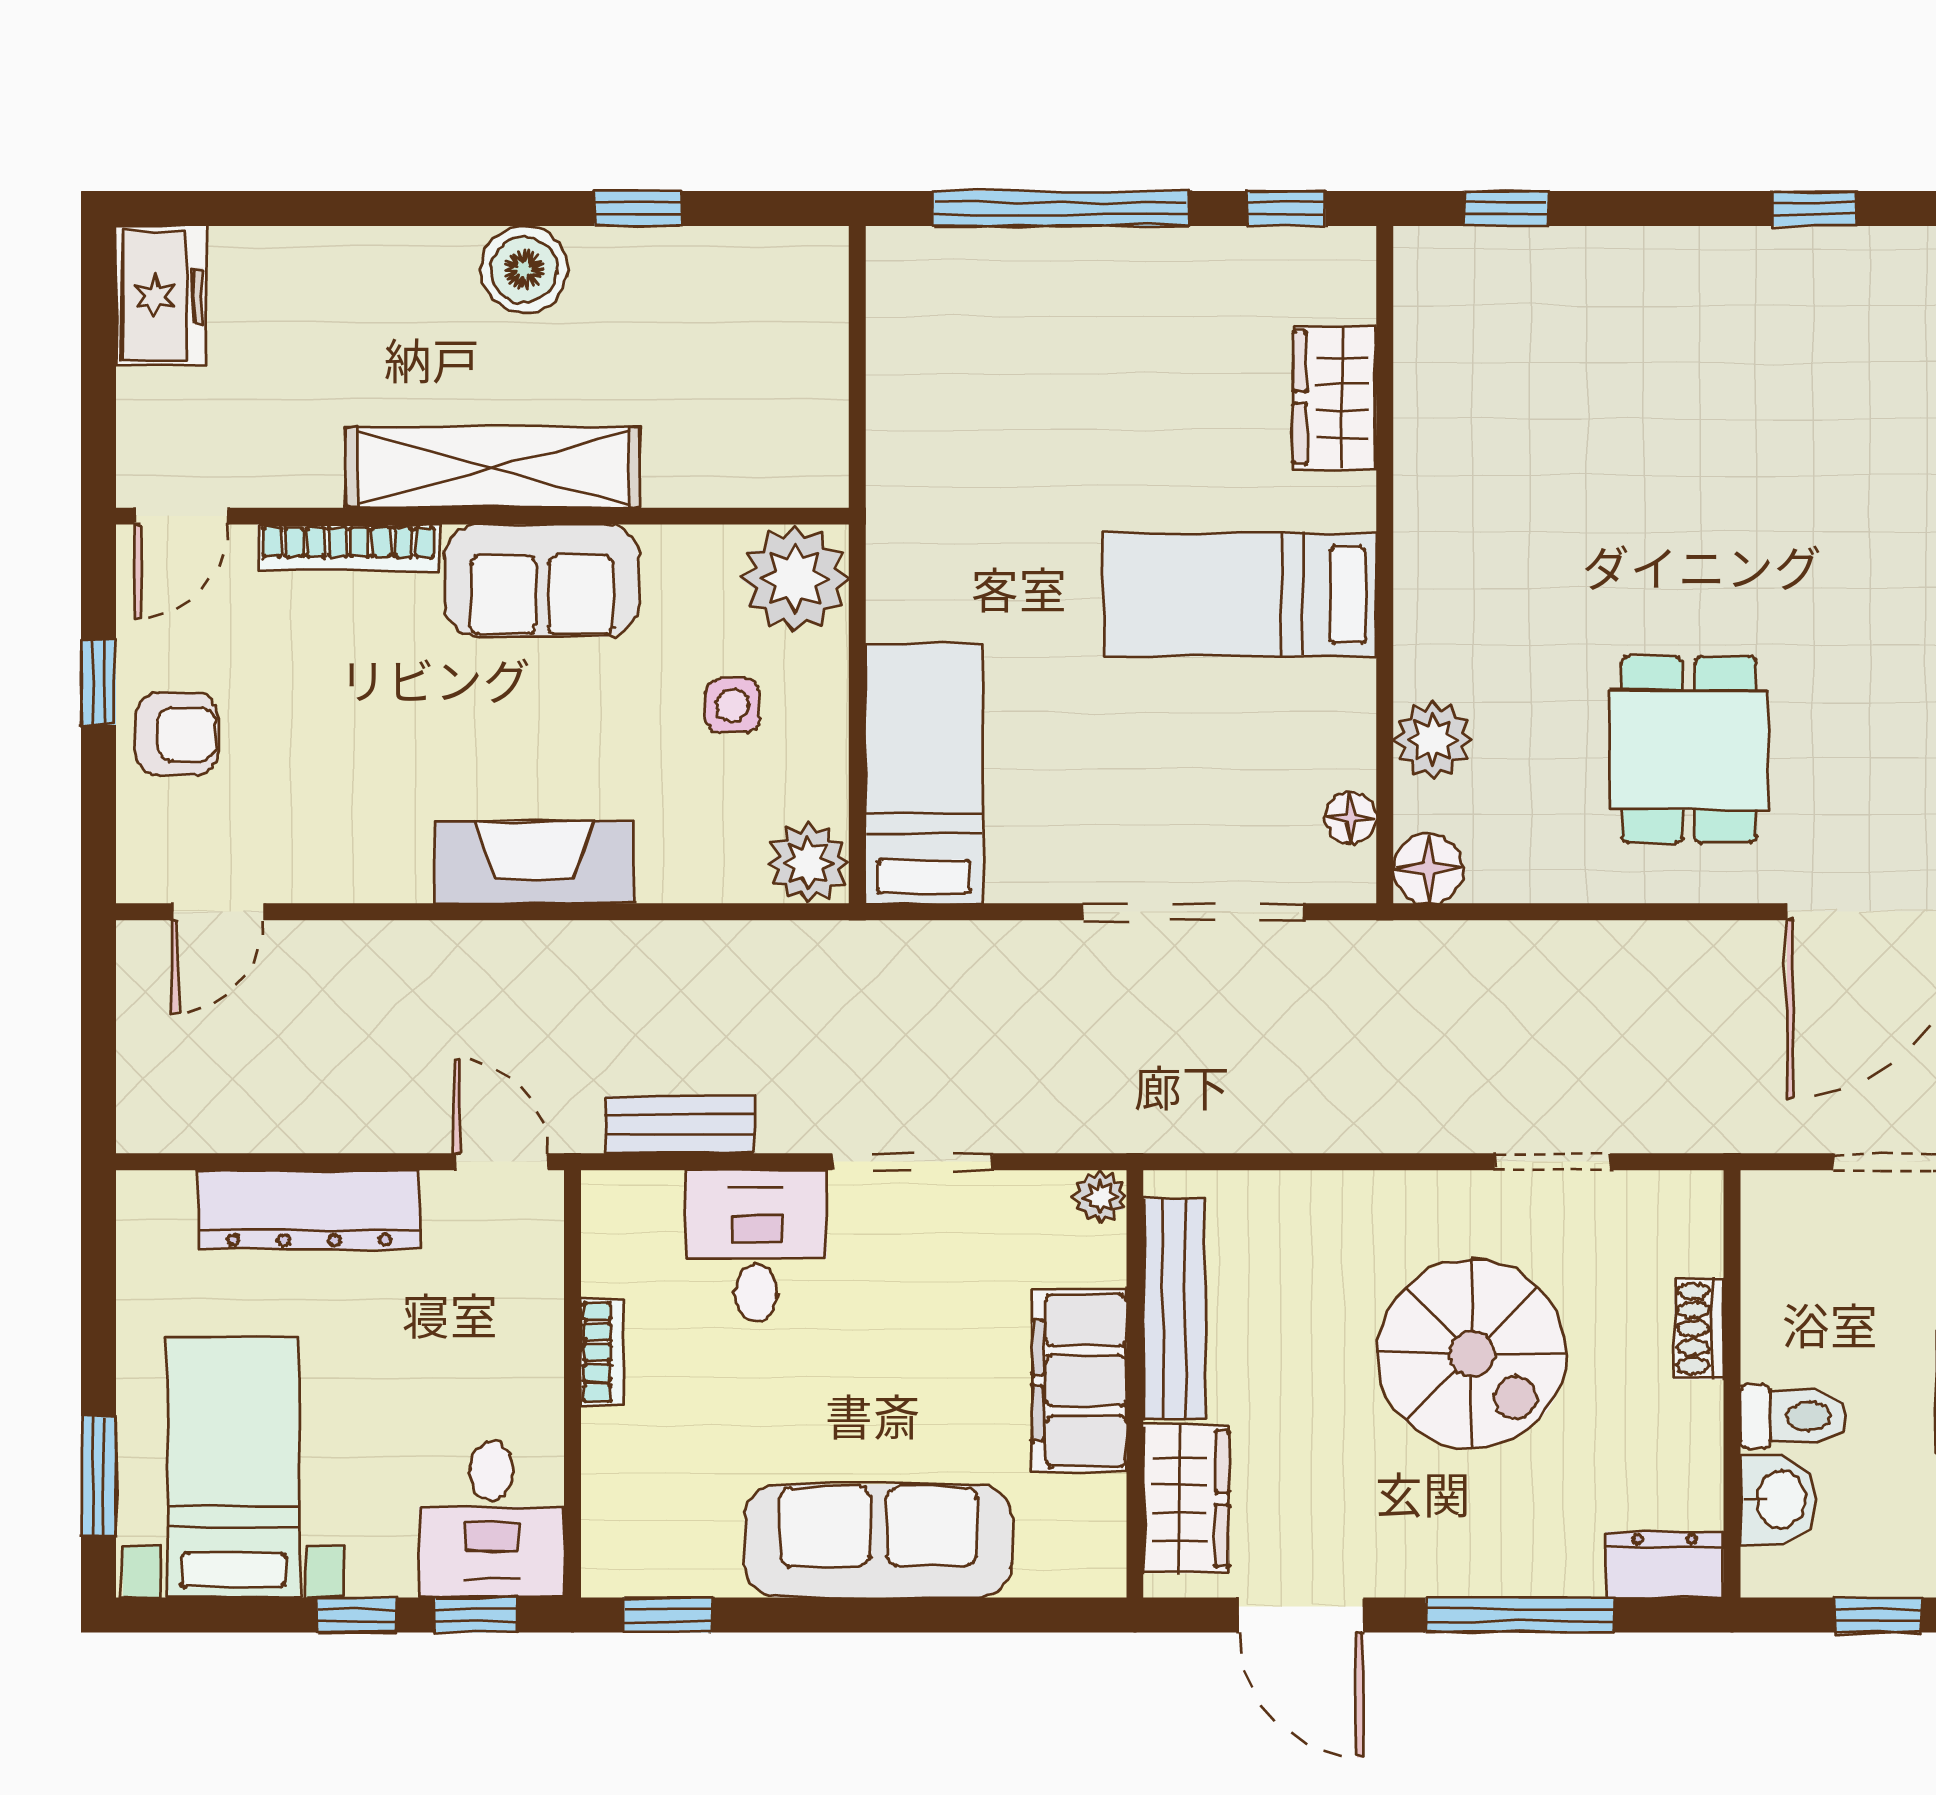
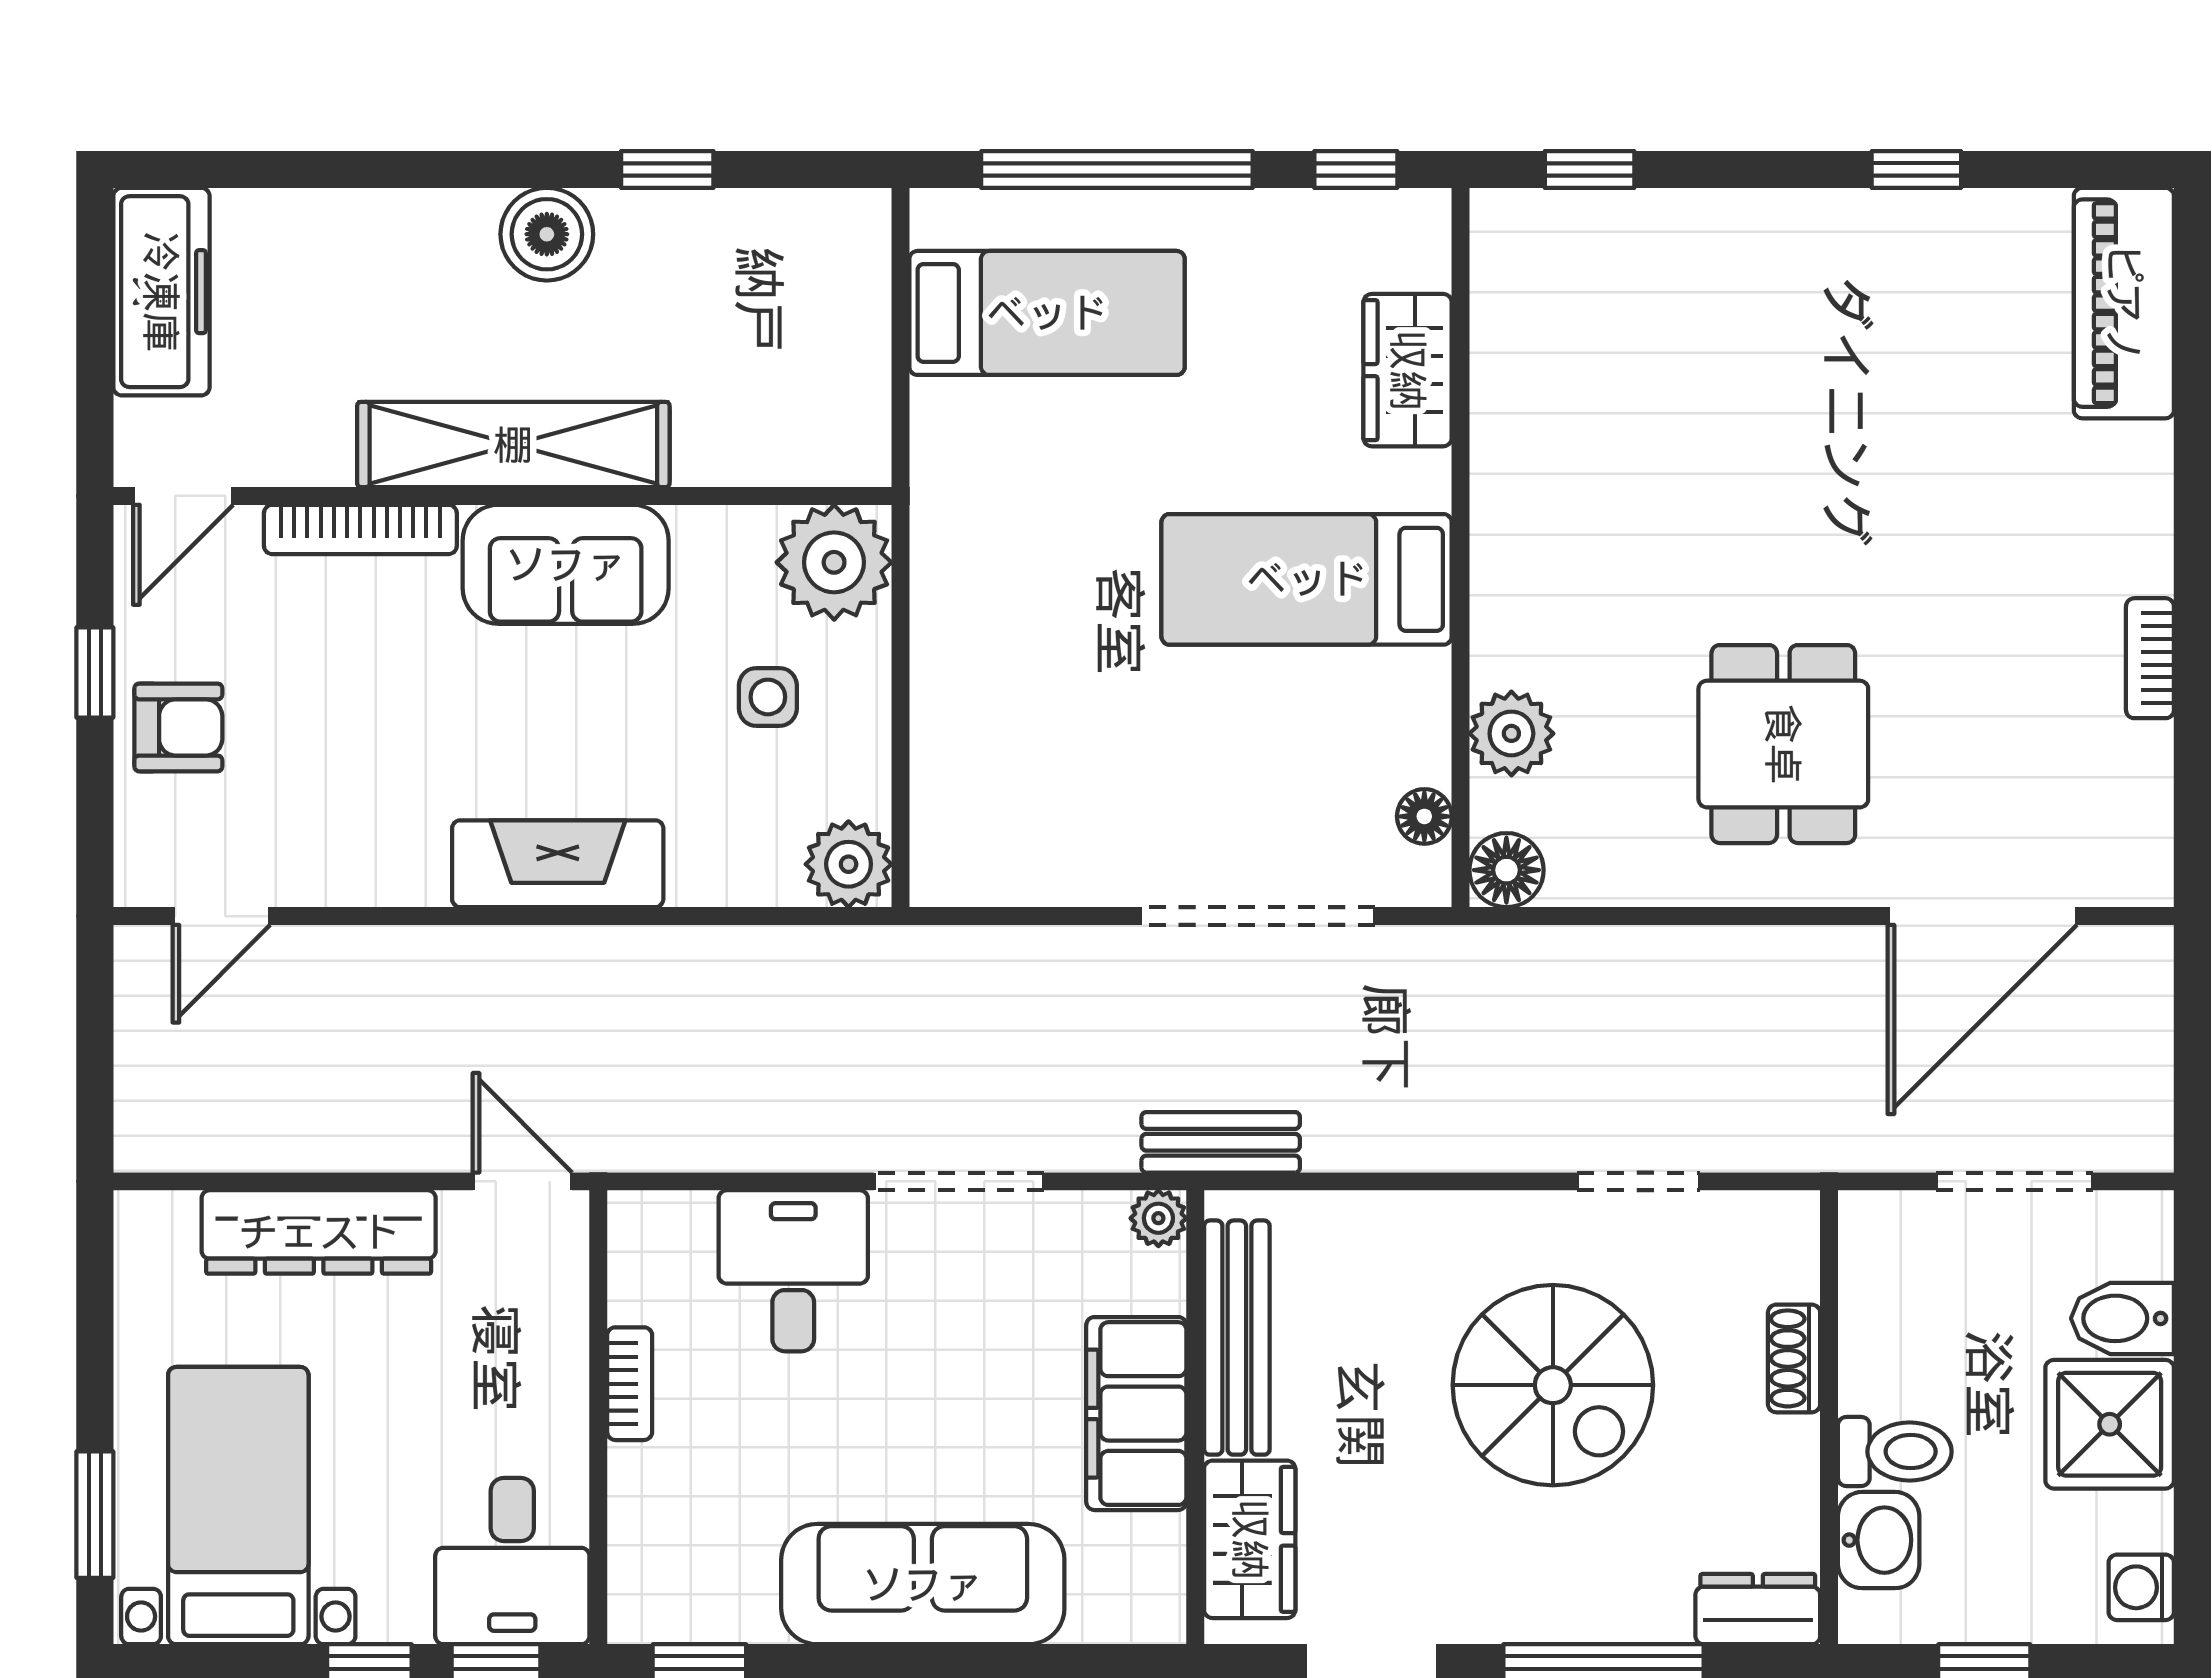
freezer: (161, 296) -> (161, 292), width x1.40
bed: (924, 774) -> (1047, 313), moved, turned 90
bench: (680, 1125) -> (1221, 1142), moved

